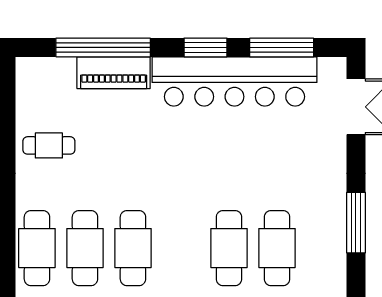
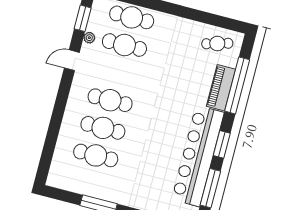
cafe table: (49, 145) -> (217, 44), moved, turned 74
cafe table: (133, 248) -> (110, 100), moved

